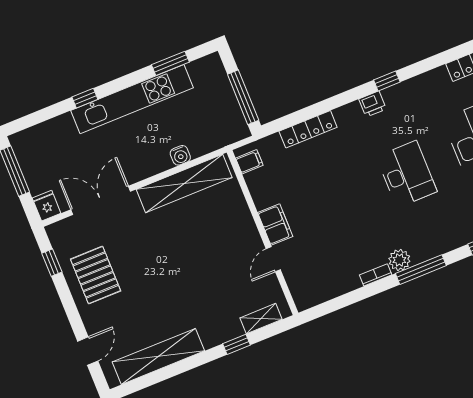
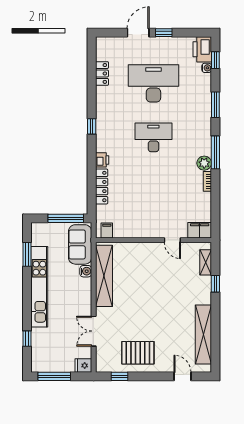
window: (85, 98) -> (27, 339), moved
printer: (373, 104) -> (102, 160), moved
sofa: (215, 132) -> (80, 244), added
double door: (101, 200) -> (94, 331), width x0.73
filing cabinet: (275, 224) -> (200, 230), moved

